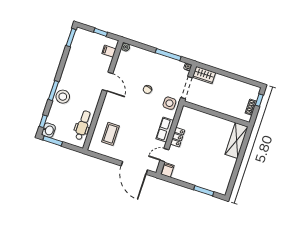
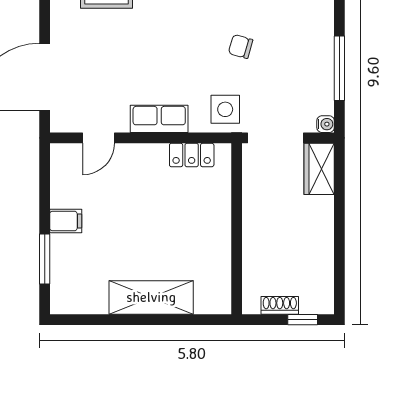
locker: (178, 137) -> (192, 155), moved
shelving: (237, 141) -> (151, 297), moved
door: (164, 155) -> (98, 138), swing flipped
filing cabinet: (168, 170) -> (66, 221), moved

